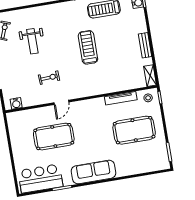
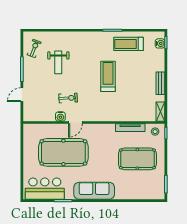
water cooler: (16, 103) -> (60, 116), moved
pool table: (54, 137) -> (63, 152), width x1.36, depth x1.32

